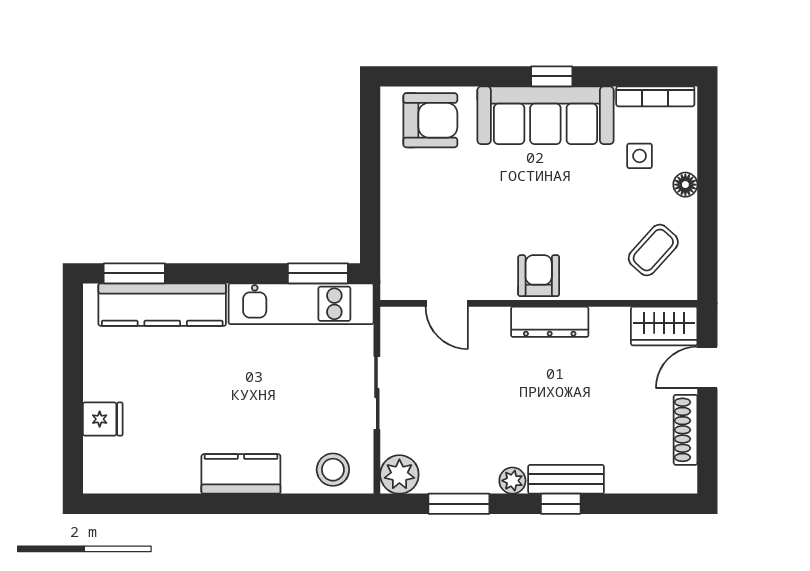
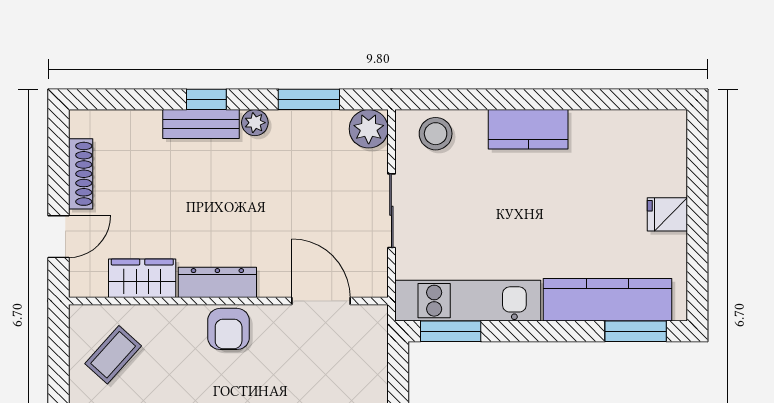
door: (447, 303) -> (321, 301), width x1.38
wardrobe: (664, 326) -> (142, 278), moved
fridge: (103, 419) -> (667, 214), moved

